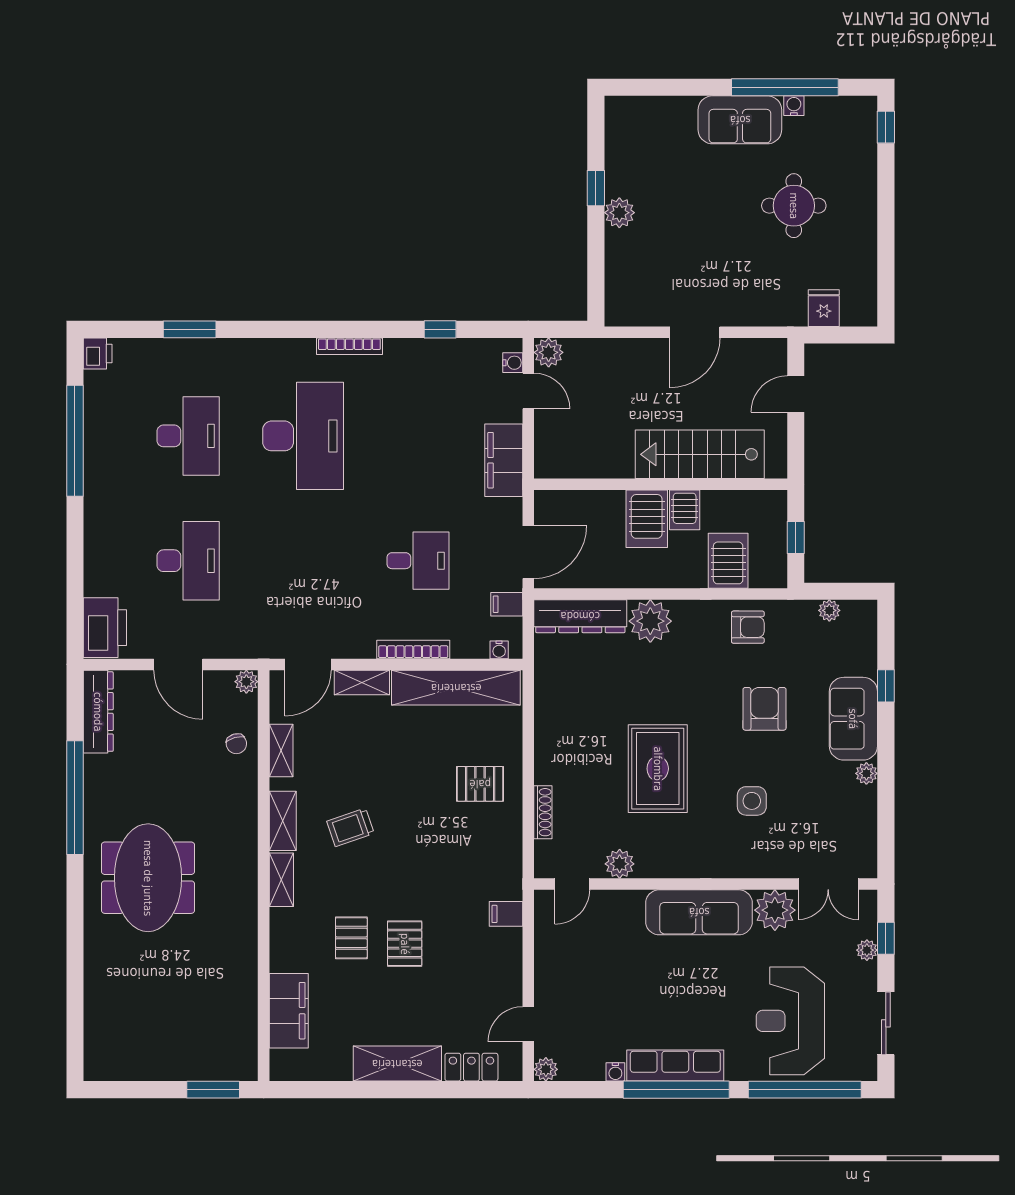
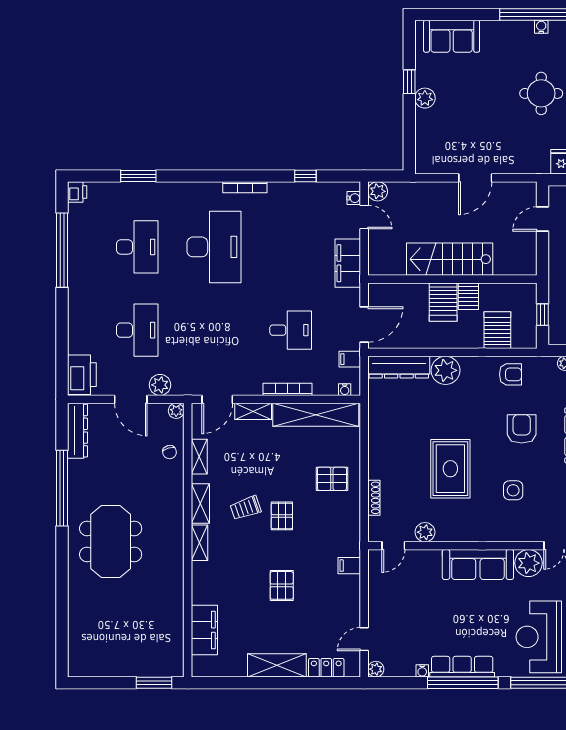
sofa: (740, 120) -> (452, 36), moved
stairs: (700, 454) -> (450, 259), moved
plant: (222, 643) -> (160, 385), added
pallet: (351, 938) -> (282, 516), moved

